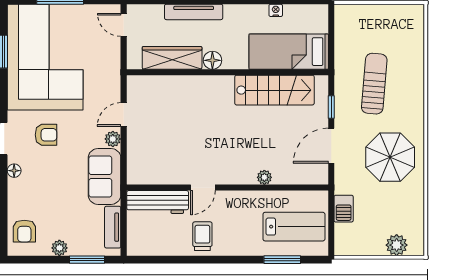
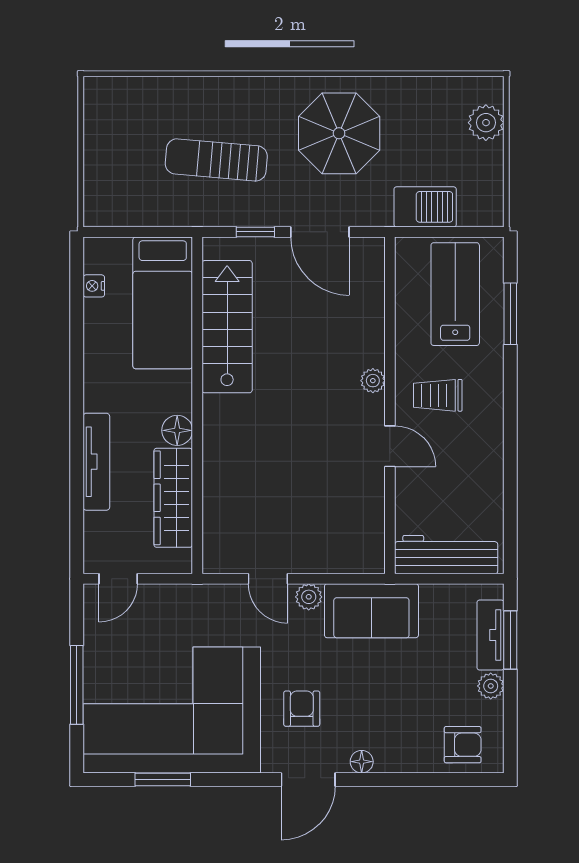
nightstand: (276, 10) -> (94, 286), moved
plant: (264, 177) -> (373, 381), moved
workbench: (158, 202) -> (446, 555), moved, turned -90
barbecue: (344, 209) -> (425, 207), width x1.38, depth x1.27
tv unit: (113, 227) -> (490, 635), moved, turned 90
trolley: (202, 236) -> (438, 395), moved

